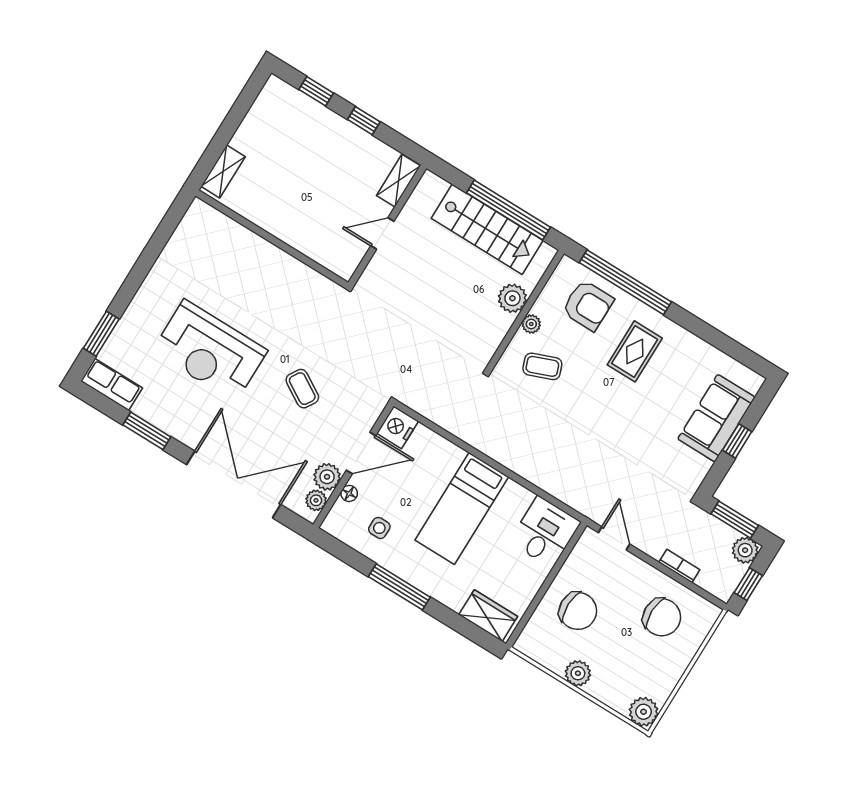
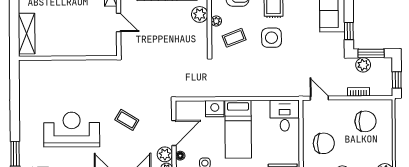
shelving: (223, 171) -> (27, 34), width x1.50, depth x1.33
door: (382, 234) -> (119, 22), swing flipped
reception desk: (210, 351) -> (72, 129), turned 180
side table: (599, 402) -> (272, 38), added
nightstand: (398, 427) -> (215, 109), moved, turned 90
window: (737, 441) -> (349, 31), moved
plant: (745, 550) -> (363, 65), moved

